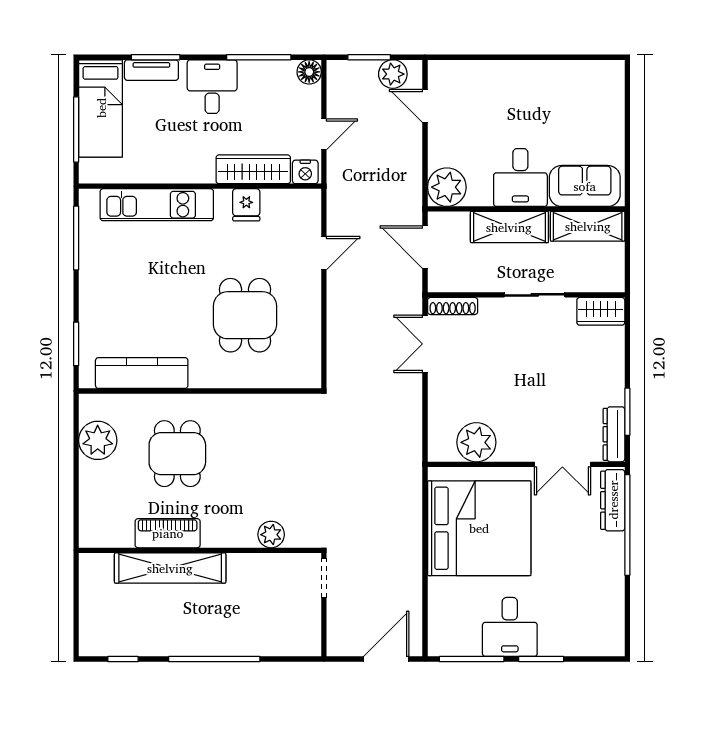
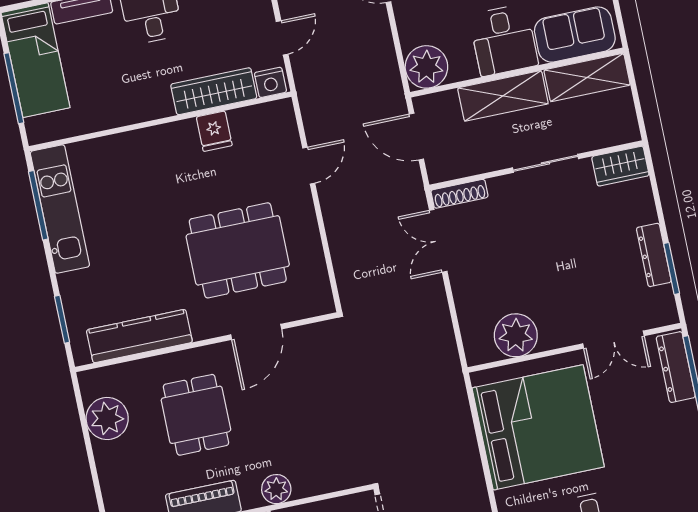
kitchen unit: (157, 205) -> (60, 209), moved, turned -90
dining table: (245, 315) -> (238, 250), width x1.38
door: (246, 391) -> (256, 332), added
dresser: (614, 434) -> (654, 255), moved
plant: (271, 535) -> (276, 489), moved

